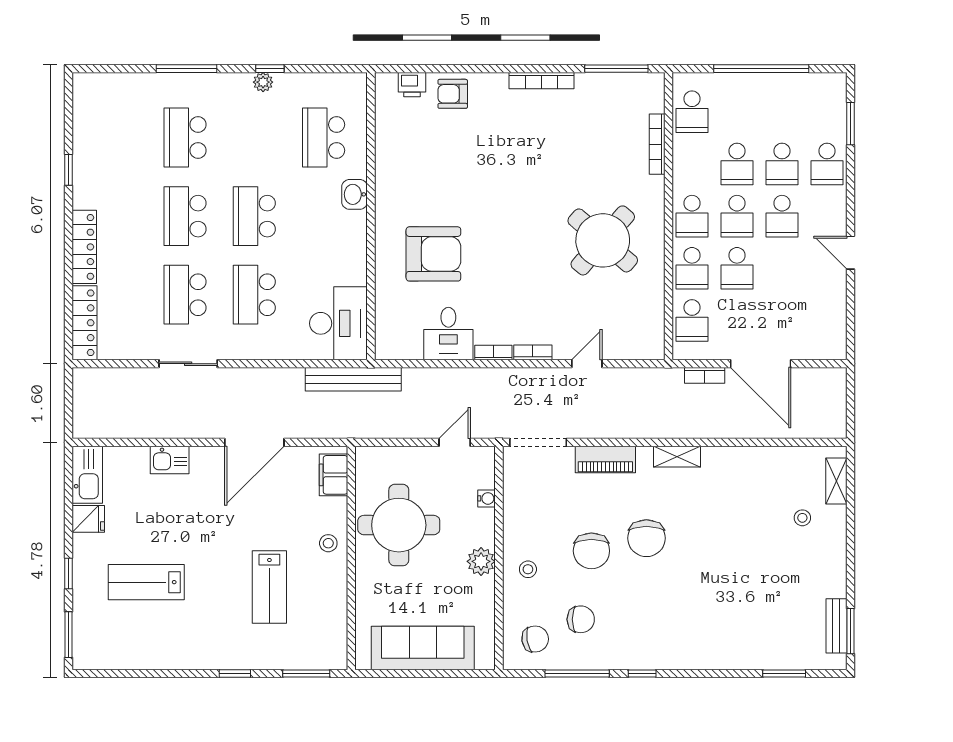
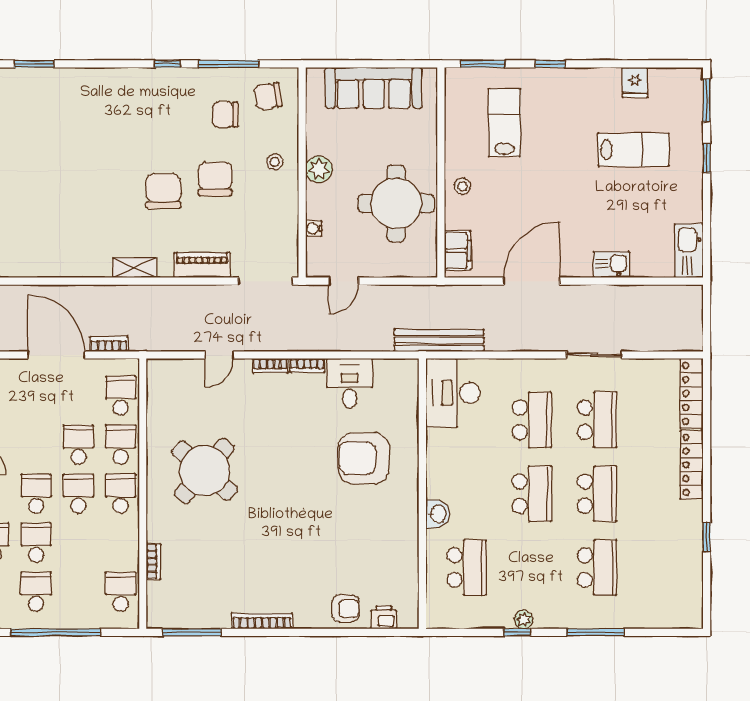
bookcase: (657, 144) -> (153, 561), width x0.64
school desk: (737, 164) -> (36, 592), moved
stool: (802, 518) -> (17, 210), removed
fridge: (88, 519) -> (635, 82), moved, turned -90
lab bench: (269, 587) -> (504, 123), moved

